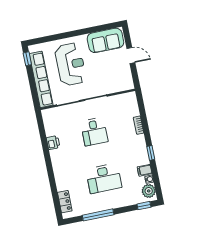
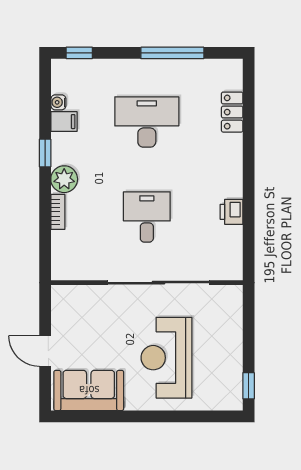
row of seats: (41, 79) -> (230, 340), removed
plant: (149, 191) -> (64, 179), moved
locker: (65, 202) -> (232, 112), moved

